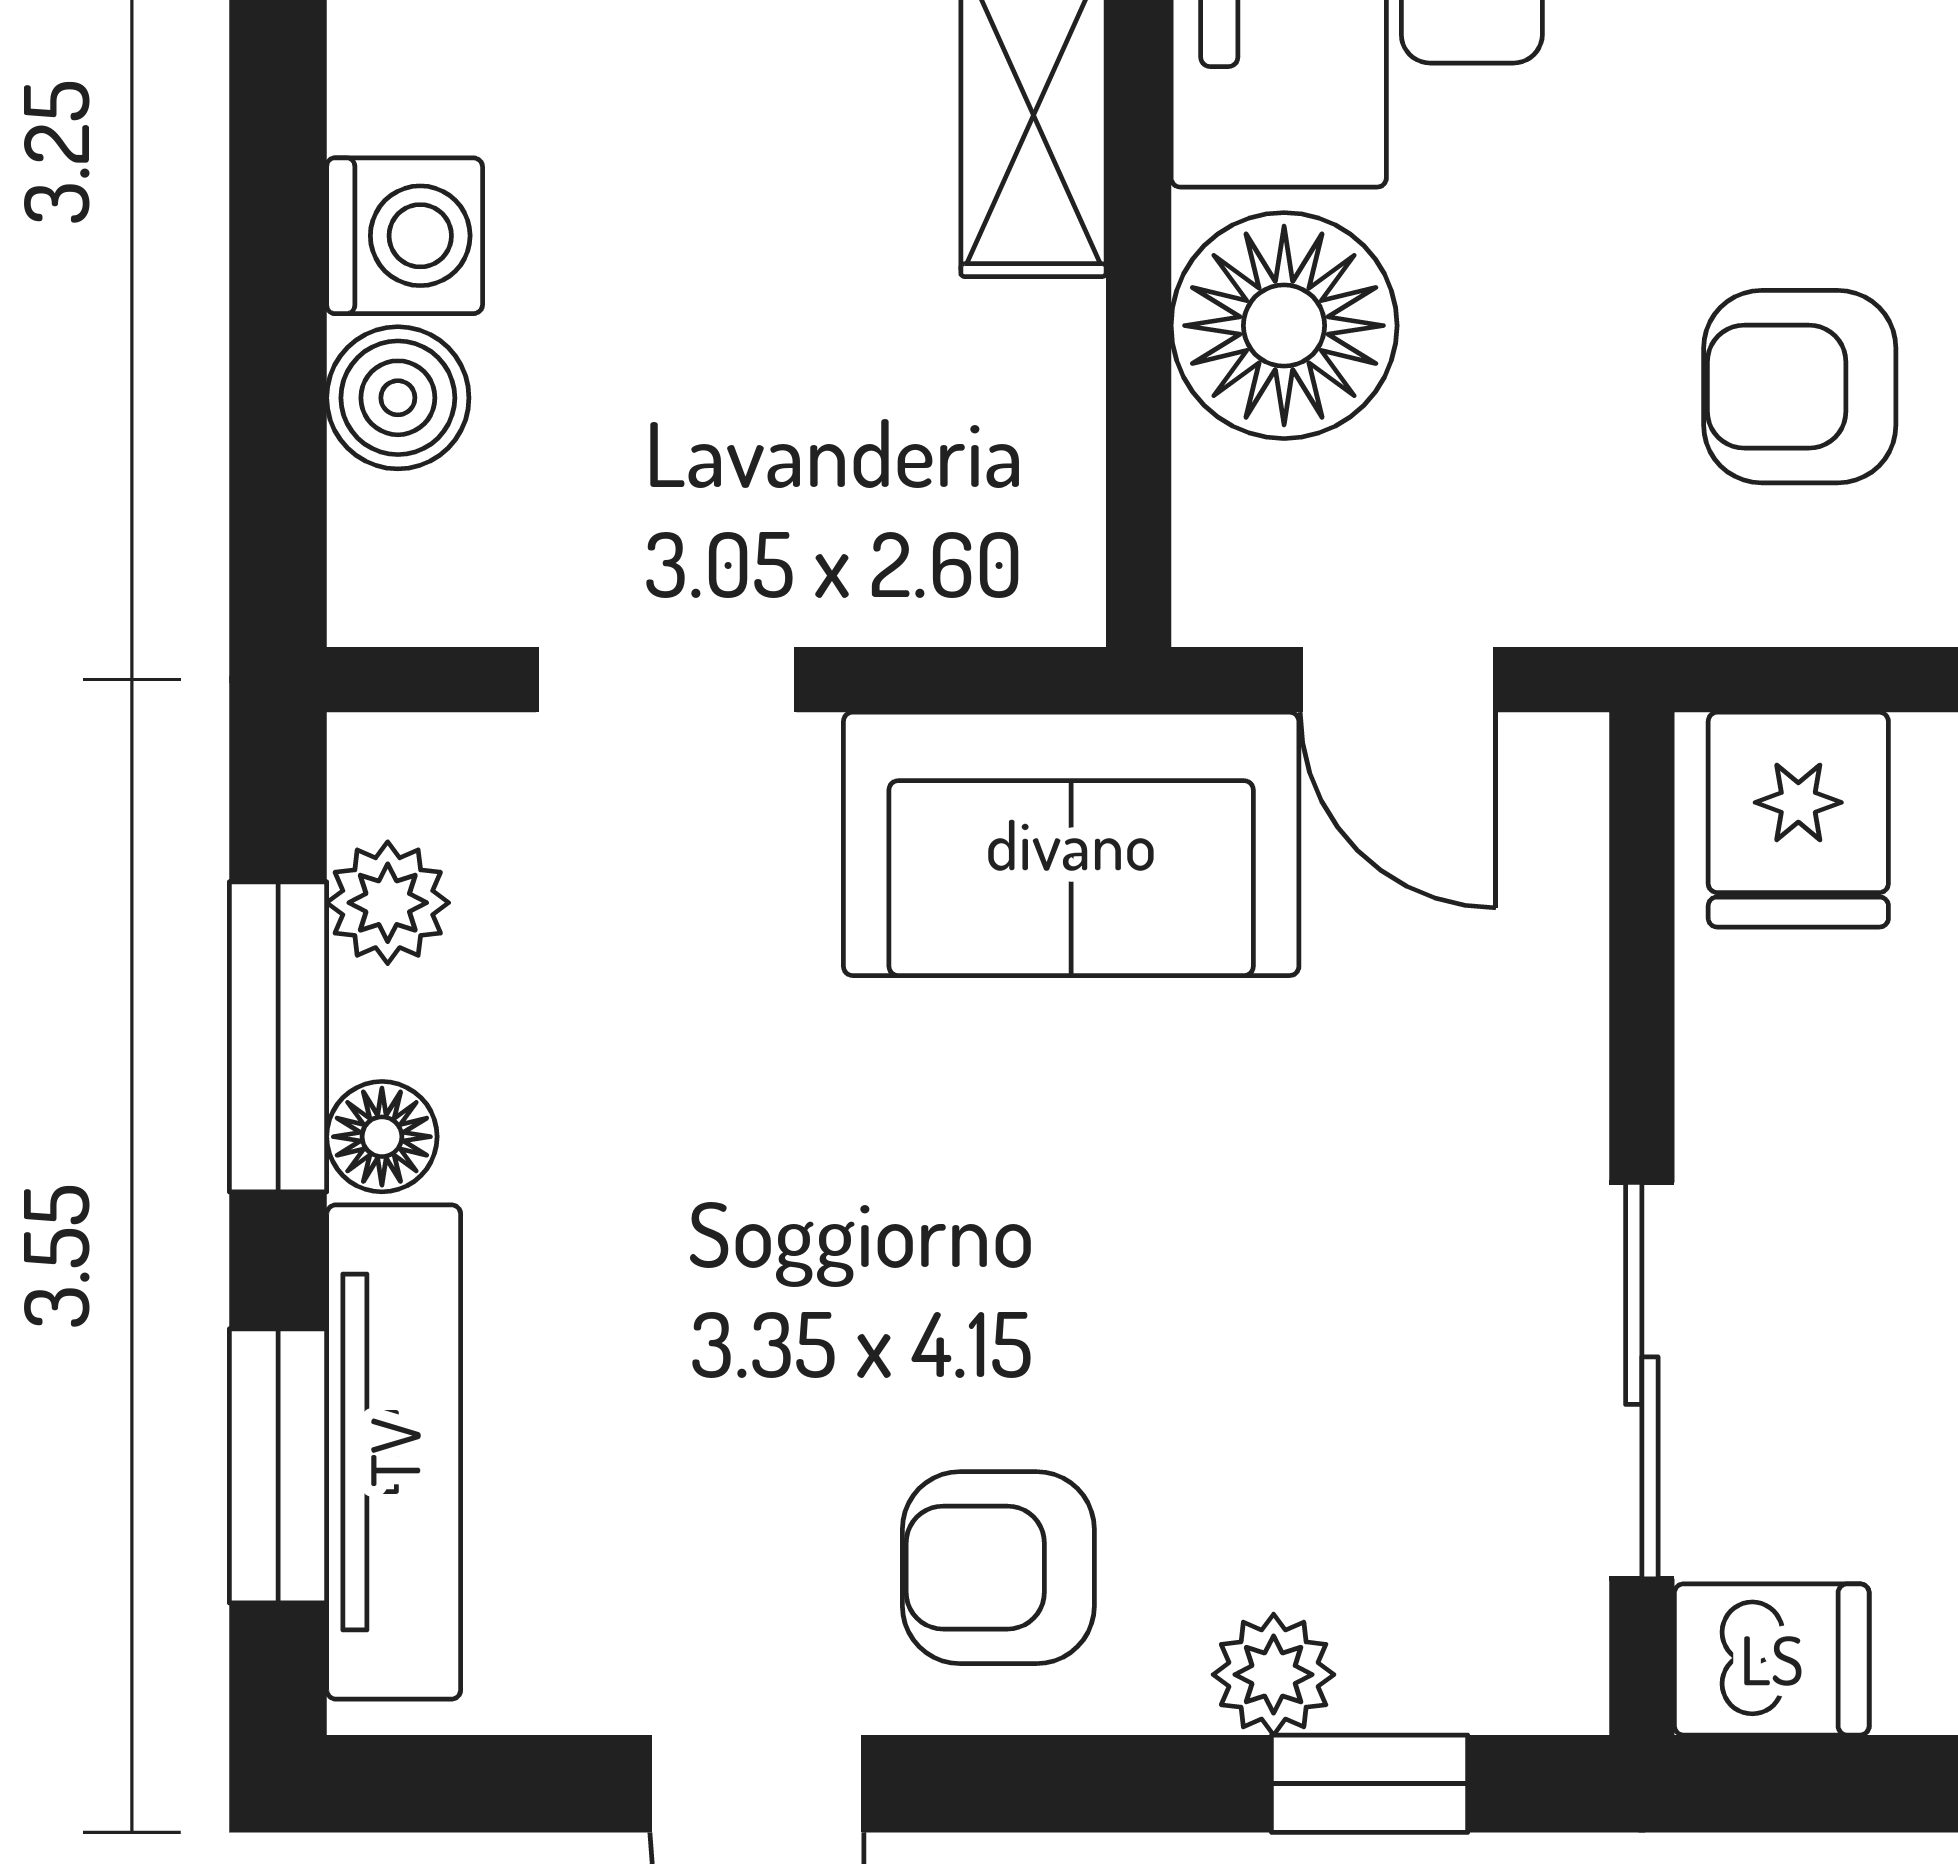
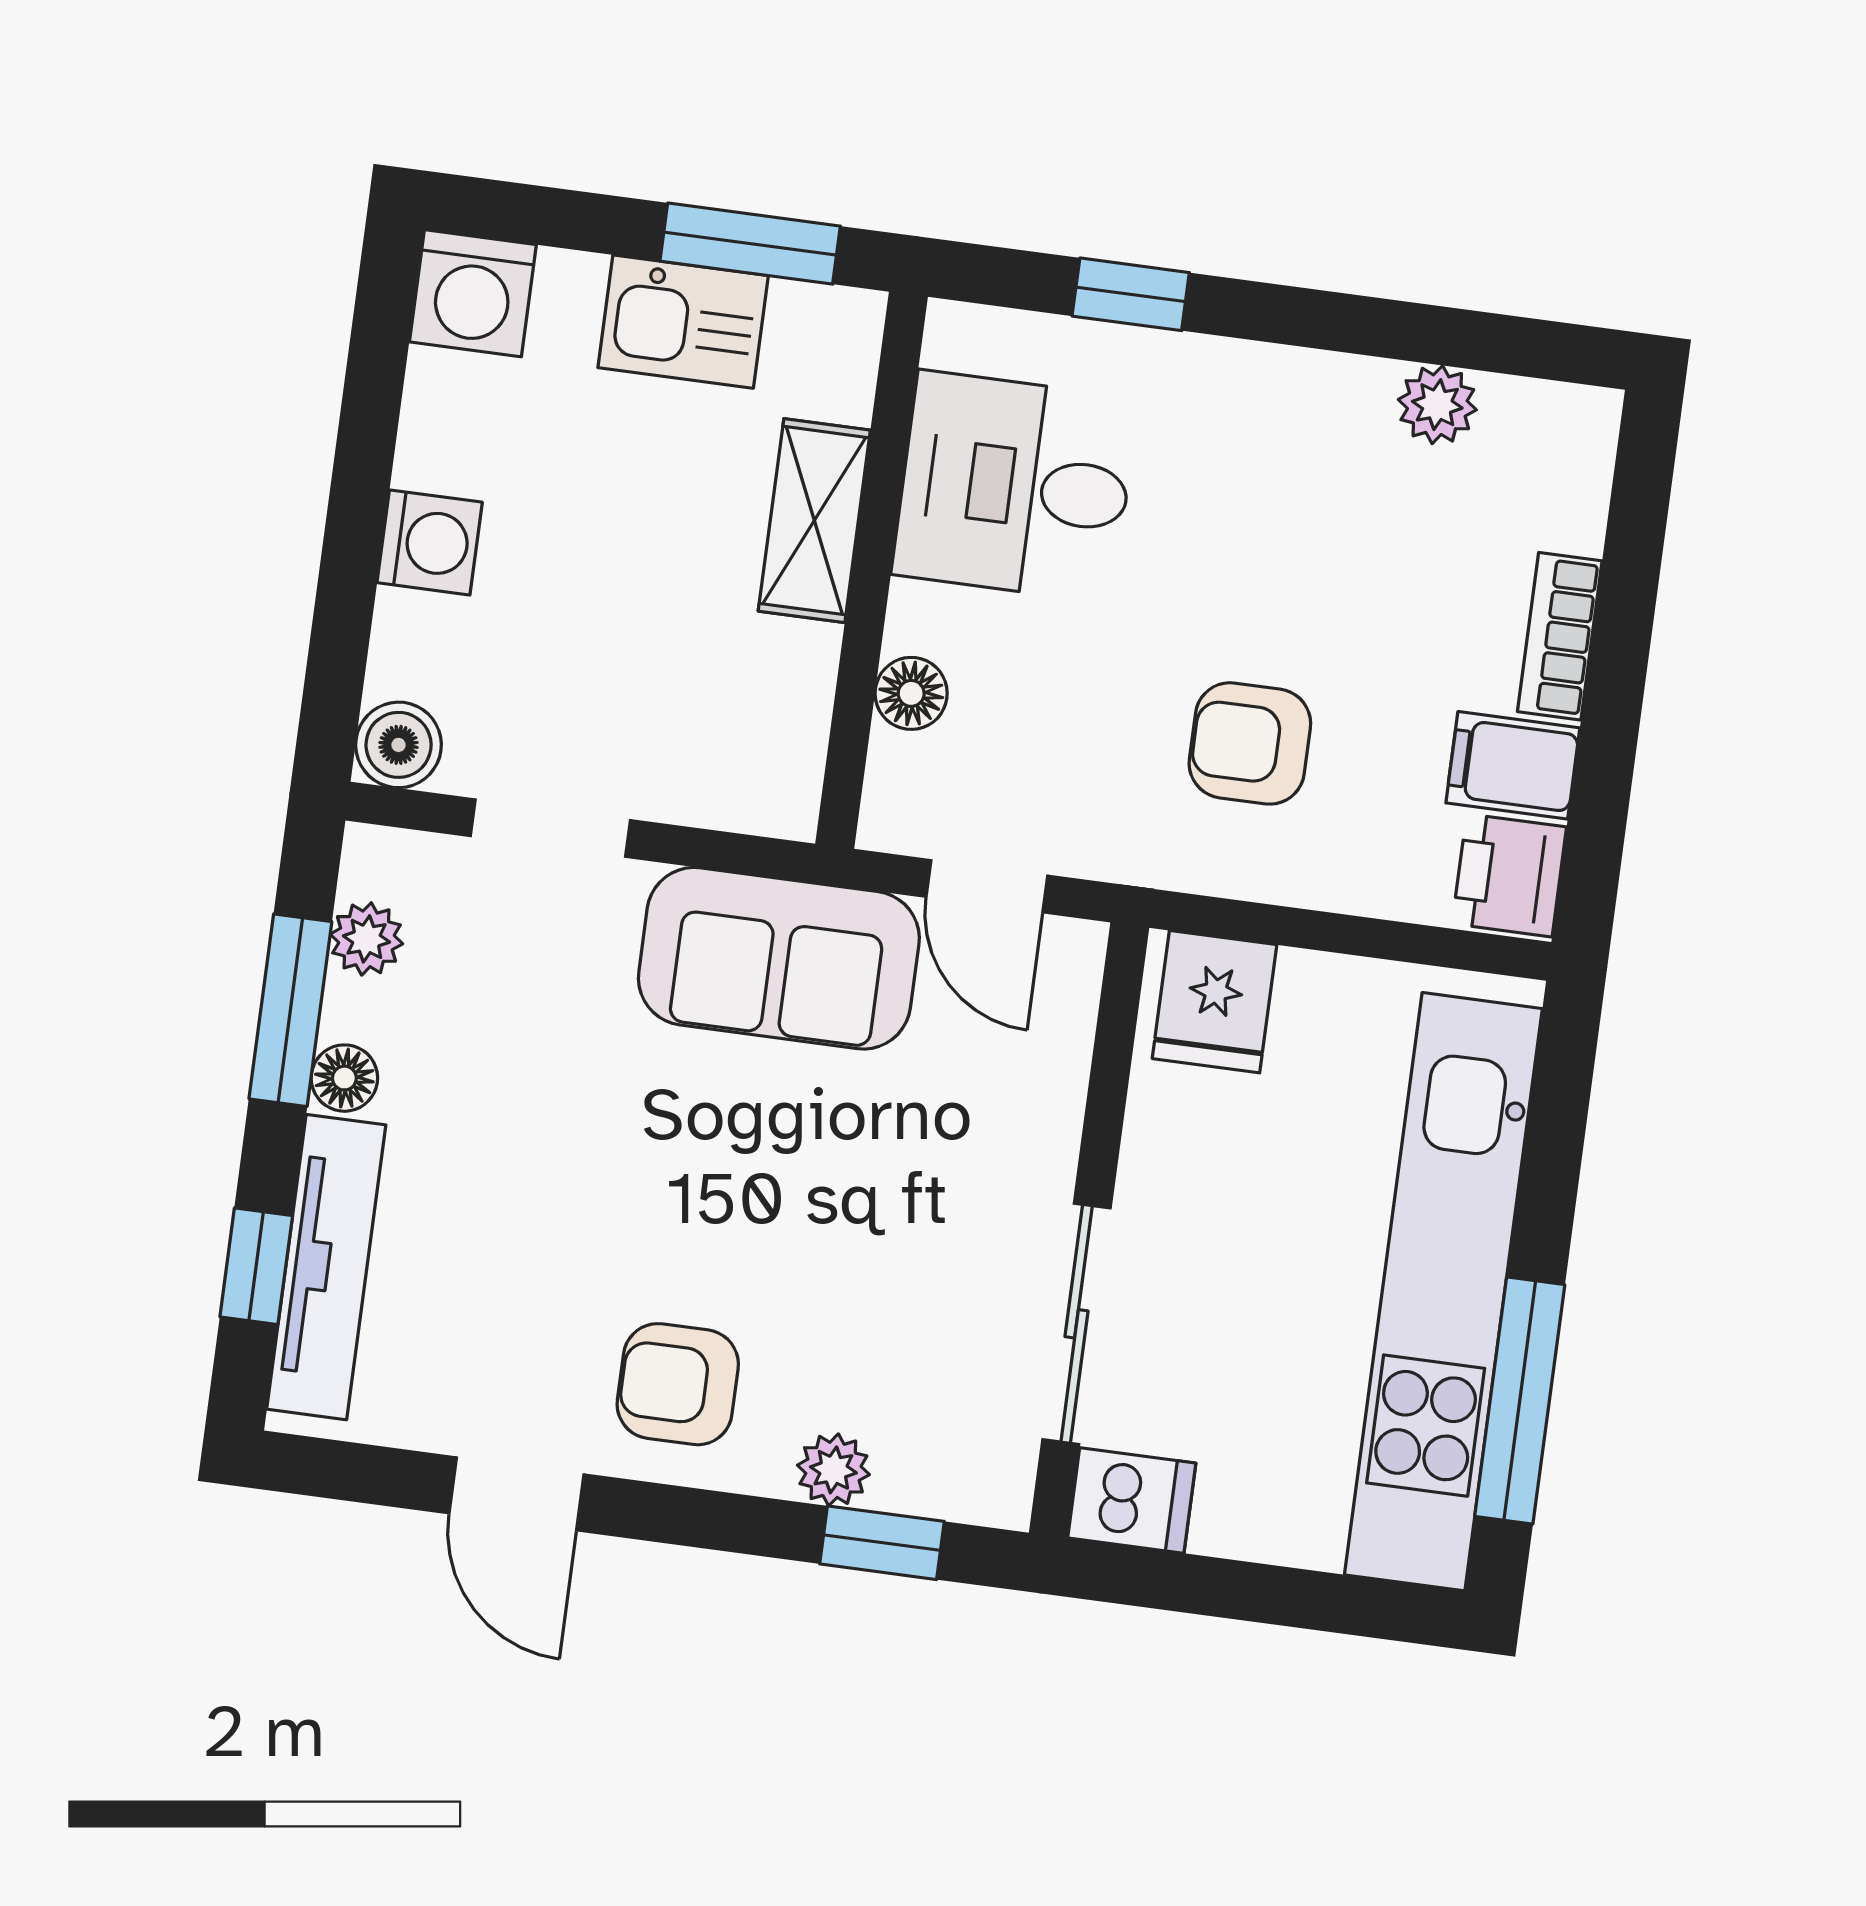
floor lamp: (1284, 326) -> (911, 693), width x0.53, depth x0.53
boiler: (398, 398) -> (399, 745), moved
window: (278, 1466) -> (256, 1266), width x0.67

